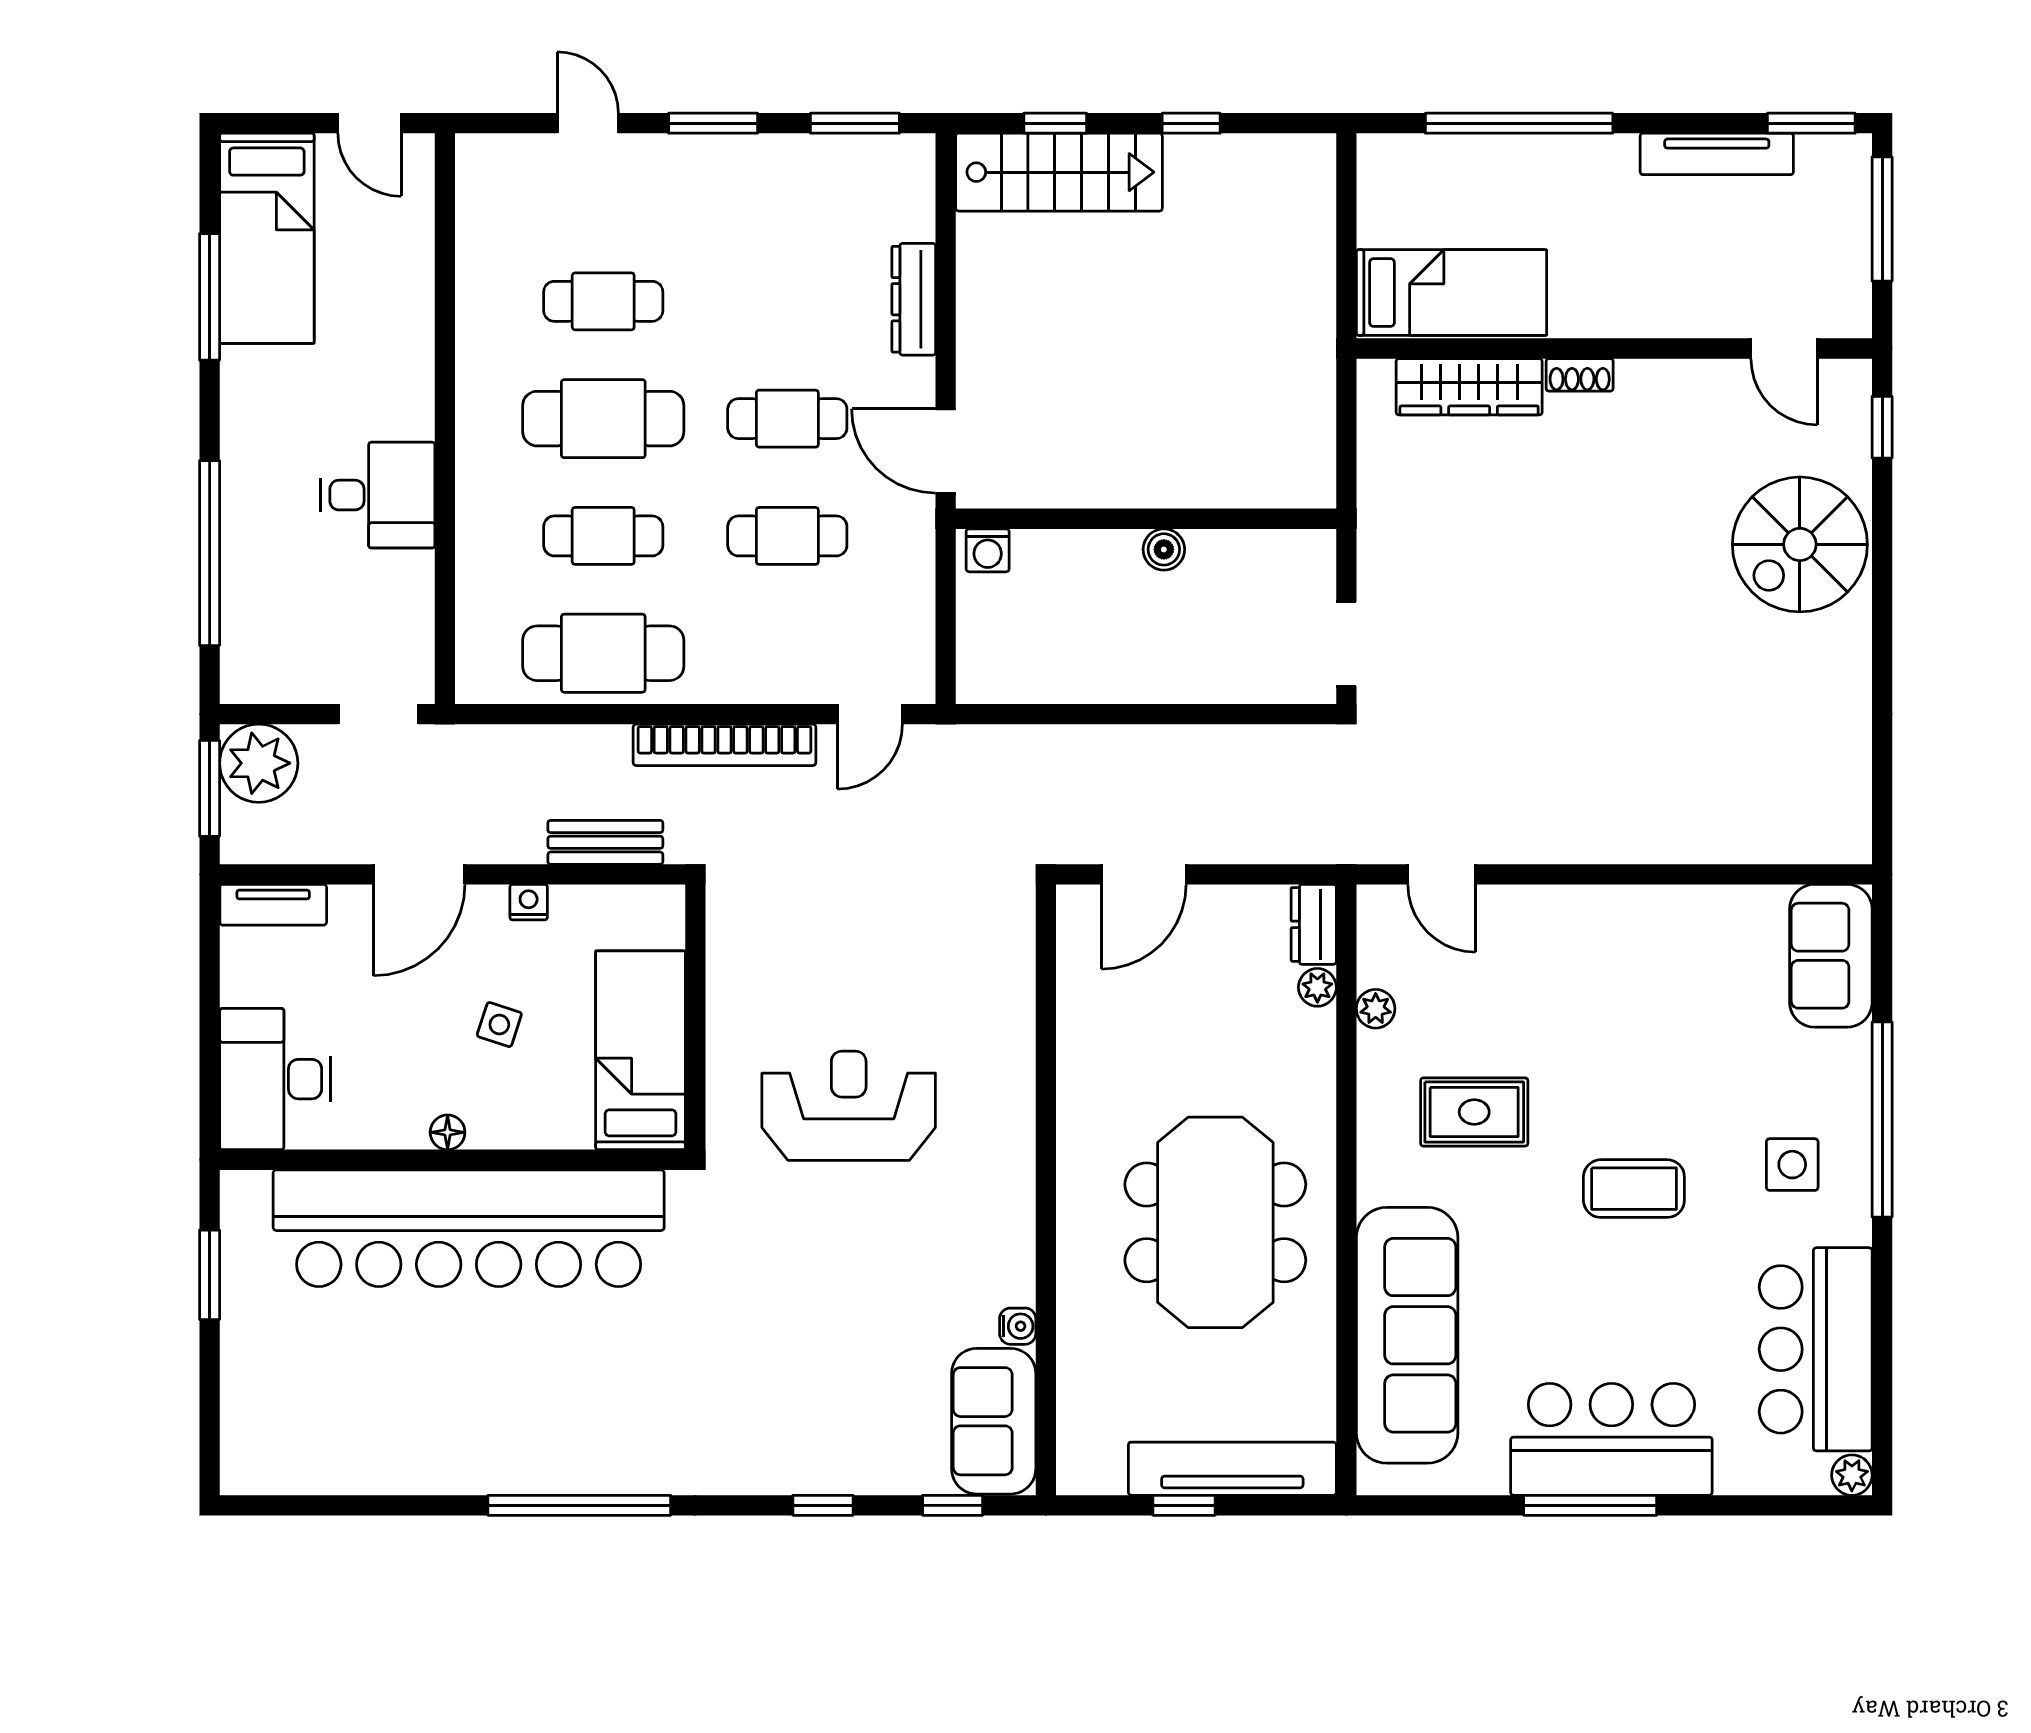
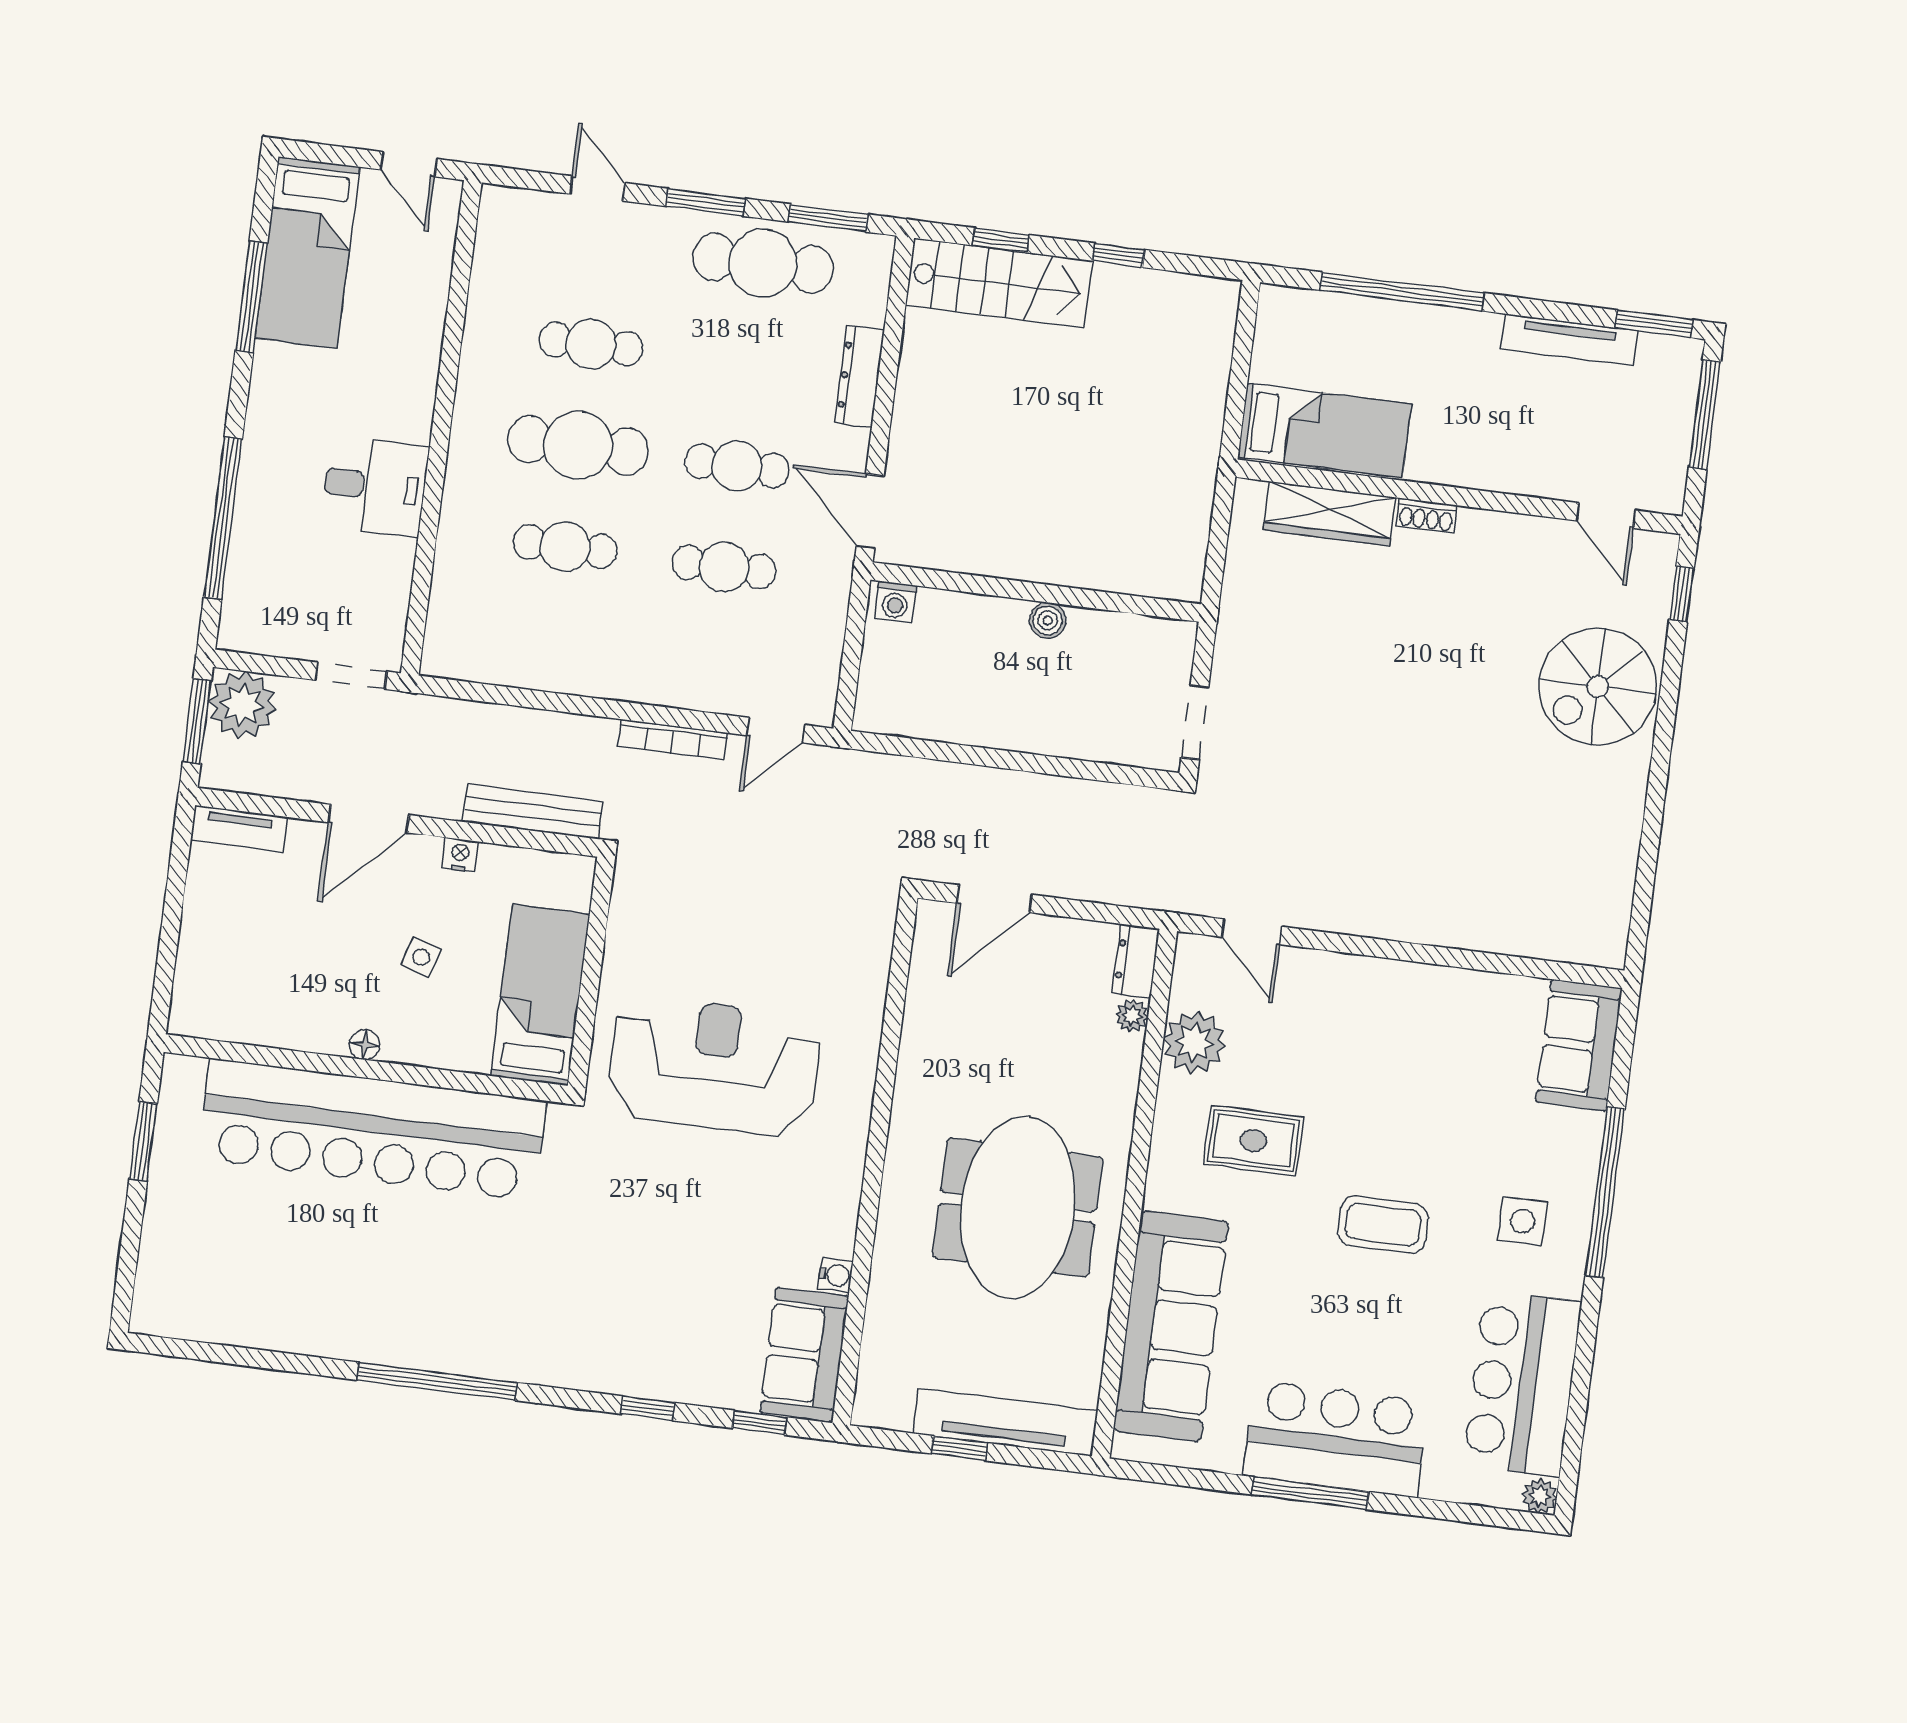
cafe table: (603, 653) -> (763, 263), moved
bookcase: (724, 745) -> (673, 740), width x0.68, depth x0.76
bench: (605, 842) -> (533, 812), width x1.36
plant: (1376, 1009) -> (1194, 1042), width x1.88, depth x1.88
desk: (275, 1079) -> (221, 980), removed
reception desk: (849, 1106) -> (714, 1066), width x1.36, depth x1.30

